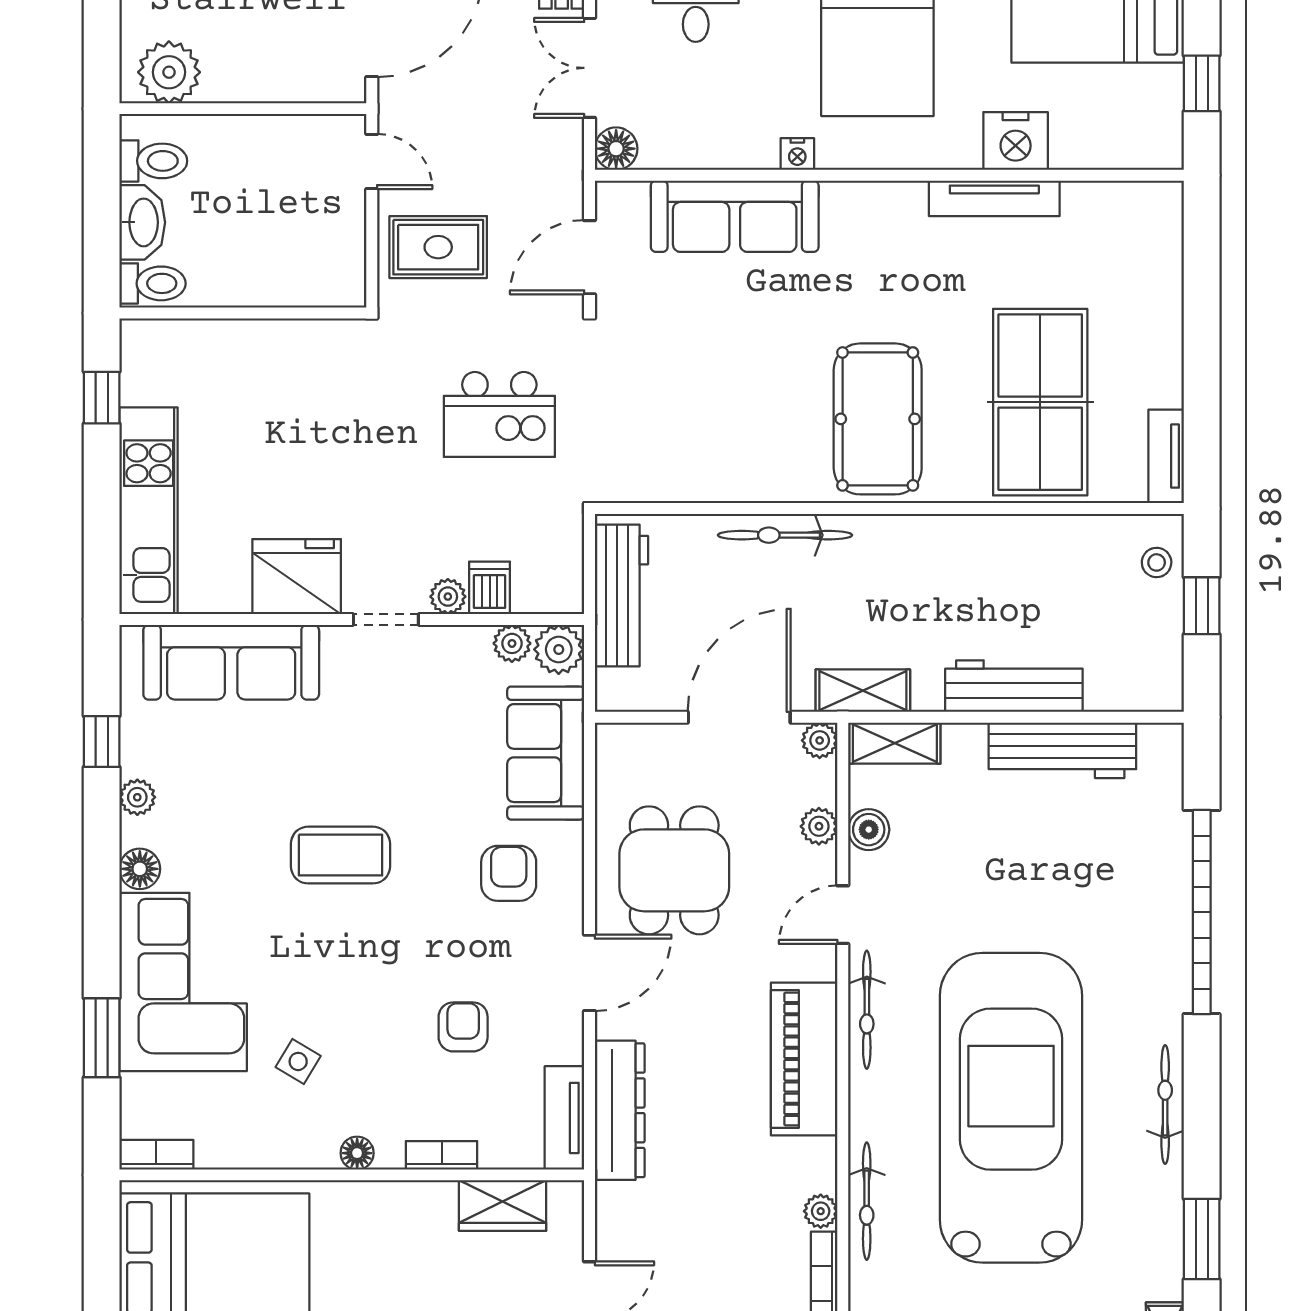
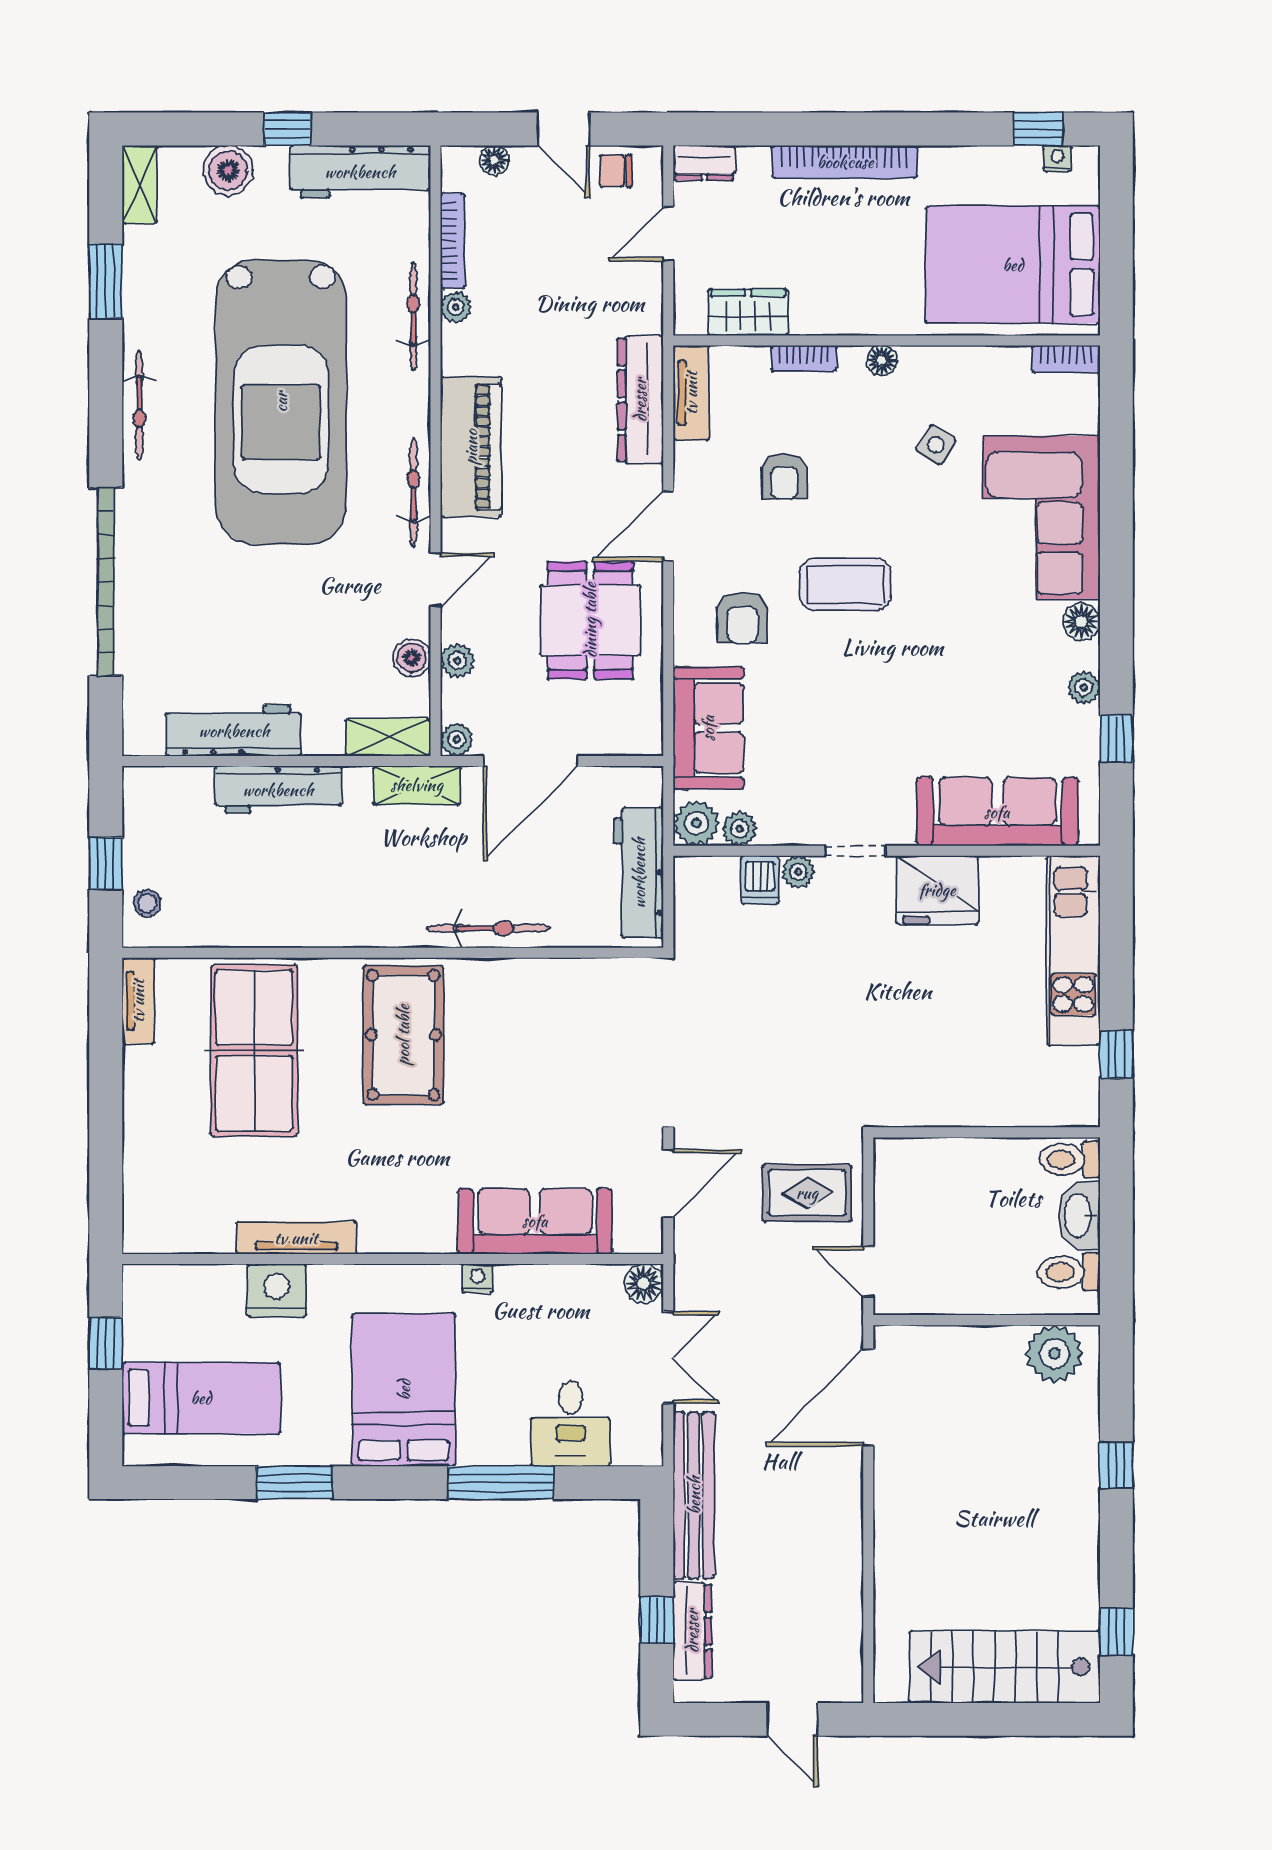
kitchen island: (499, 414) -> (751, 1039), removed
coffee table: (340, 855) -> (845, 585), moved
window: (102, 1038) -> (1116, 466), removed

